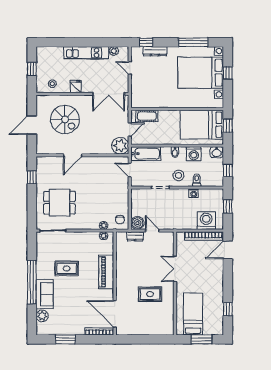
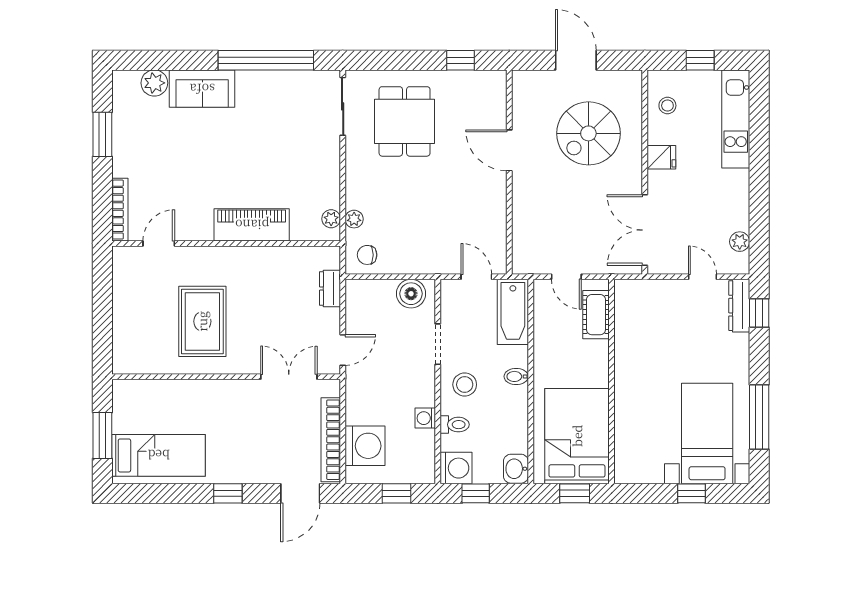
dresser: (155, 51) -> (739, 306), moved
kitchen unit: (86, 53) -> (736, 119), moved
door: (130, 68) -> (702, 277), hinge flipped
bed with nightstands: (201, 73) -> (707, 434), width x0.73
plant: (120, 146) -> (530, 256), removed
washing machine: (194, 154) -> (456, 468), moved, turned 180
door: (130, 170) -> (476, 277), hinge flipped
boiler: (137, 223) -> (411, 294), moved
door: (152, 231) -> (343, 350), moved
door: (228, 250) -> (300, 493), swing flipped
rug: (67, 268) -> (259, 137), removed
double door: (175, 269) -> (289, 377), moved
window: (32, 282) -> (266, 60), moved
rug: (150, 294) -> (202, 321), width x1.36, depth x1.43
window: (228, 309) -> (228, 493), moved
door: (115, 314) -> (159, 243), width x0.53
bed: (193, 314) -> (159, 455), moved

